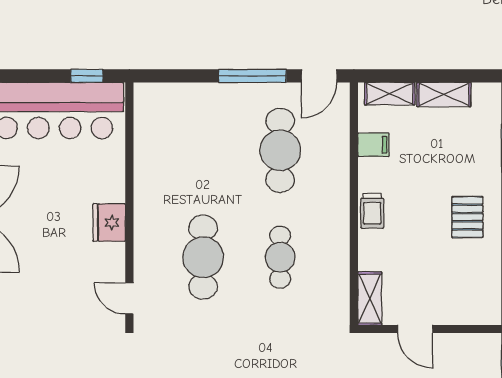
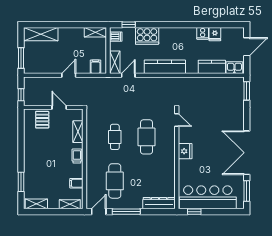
shelving: (444, 94) -> (36, 204), moved
dresser: (173, 96) -> (159, 203), added
pallet: (467, 217) -> (42, 120), moved
shelving: (370, 299) -> (78, 132), moved

